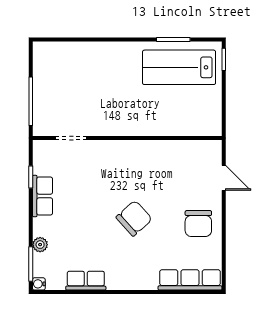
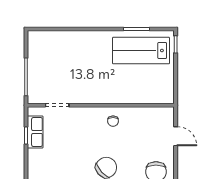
chair: (143, 158) -> (113, 121), added
row of seats: (43, 196) -> (35, 132), moved

